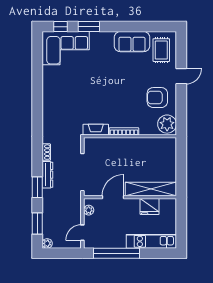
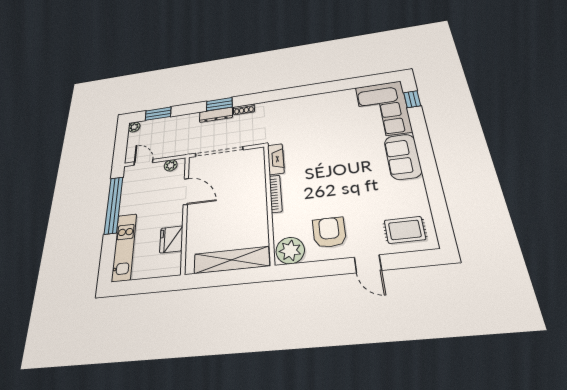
window: (89, 27) -> (420, 131), removed
sofa: (132, 42) -> (403, 157), moved
window: (37, 187) -> (219, 104), moved
shelving: (151, 189) -> (231, 260), moved, turned 90

